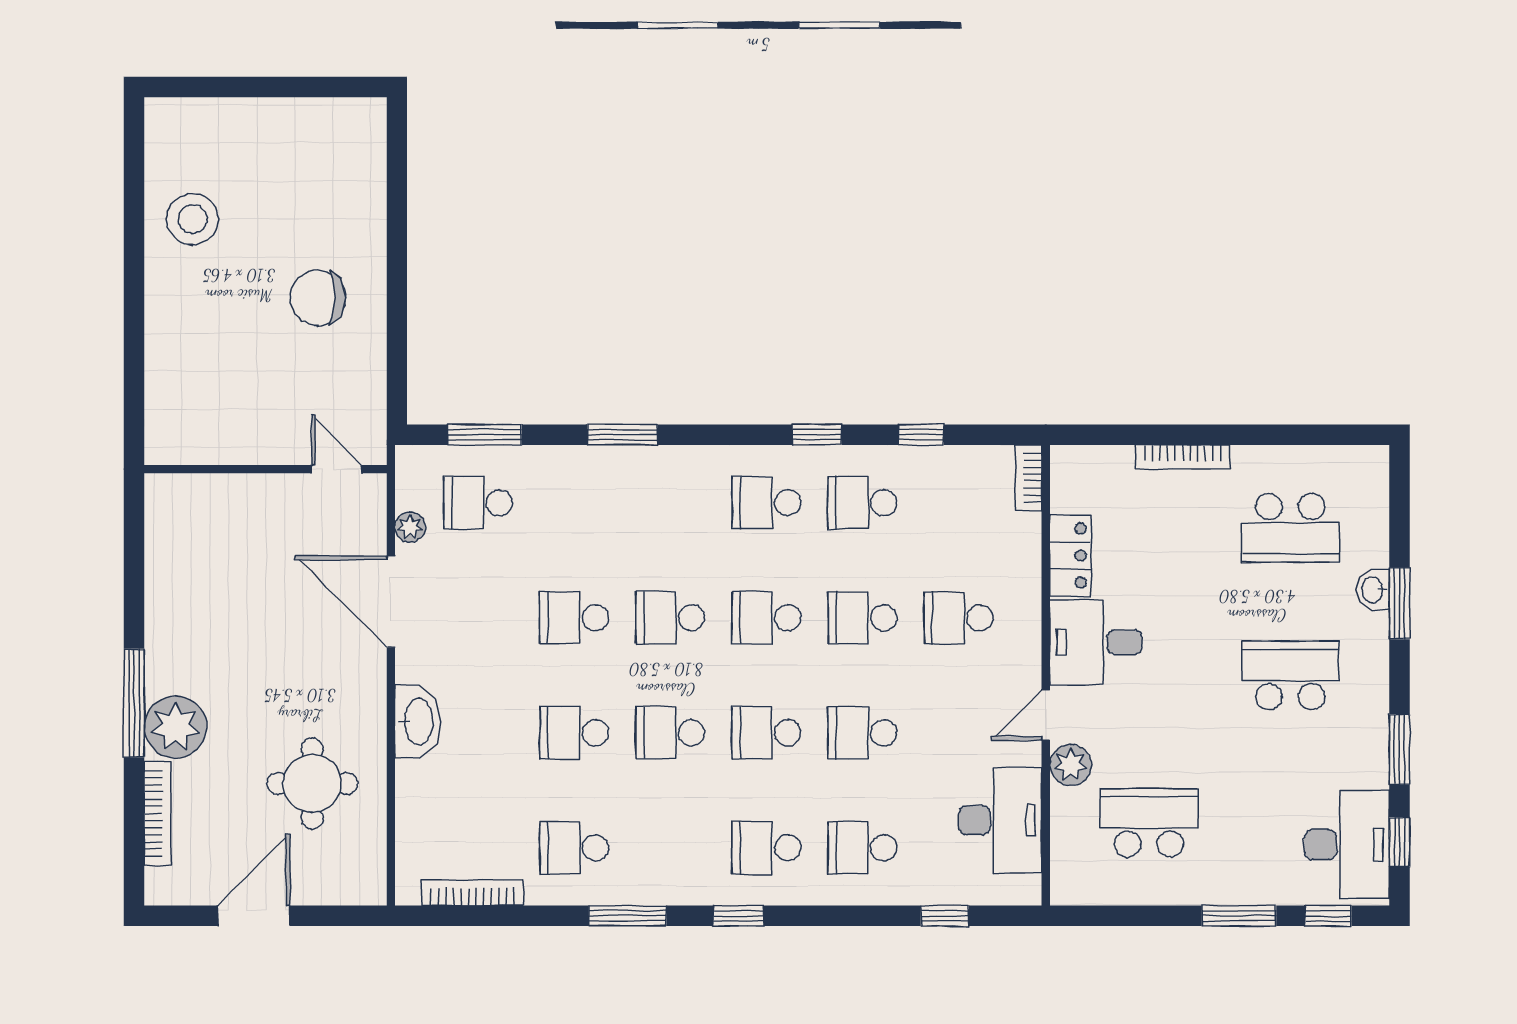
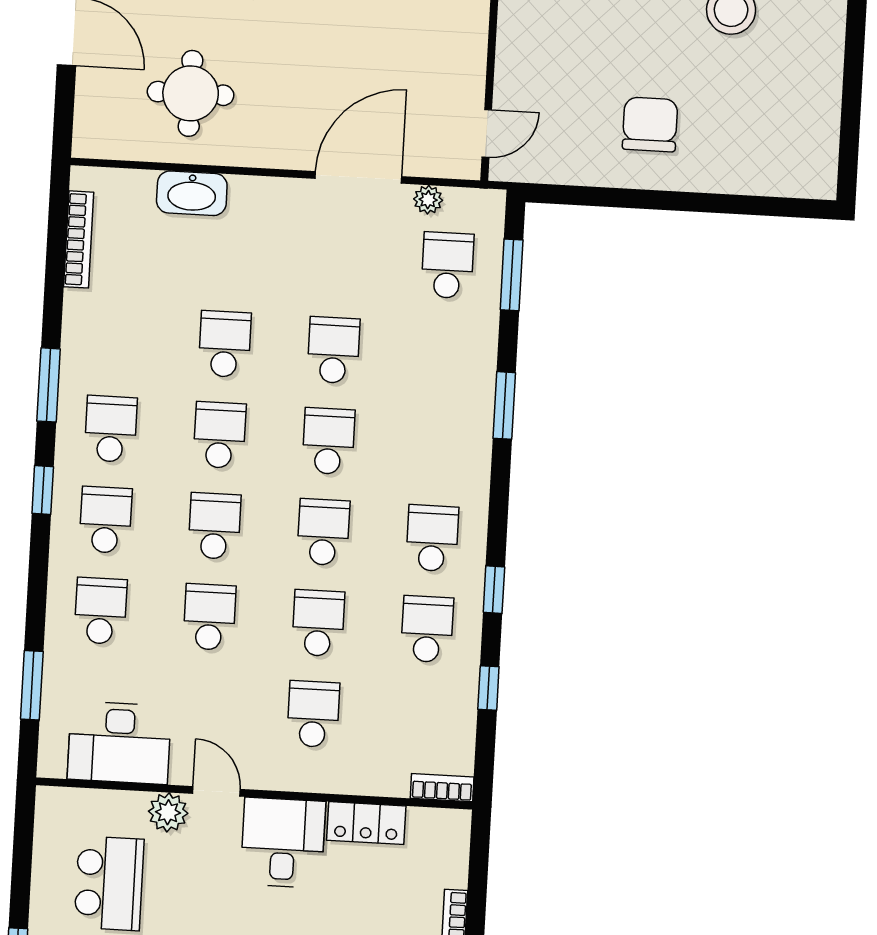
washbasin: (417, 721) -> (192, 193), moved
school desk: (574, 848) -> (111, 429), moved
window: (945, 916) -> (32, 685), width x1.50

